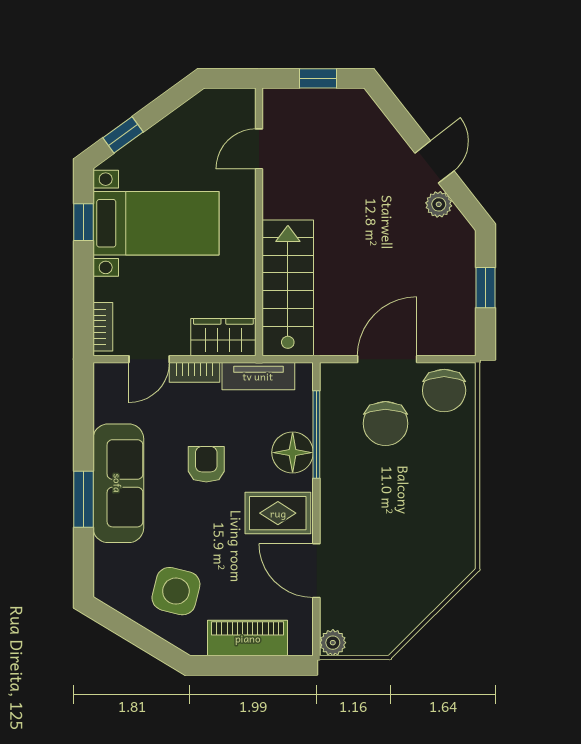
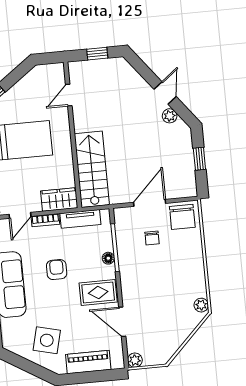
chair: (385, 423) -> (152, 238), width x0.54, depth x0.54
floor lamp: (293, 453) -> (108, 258), width x0.53, depth x0.53
plant: (463, 554) -> (201, 305), added

